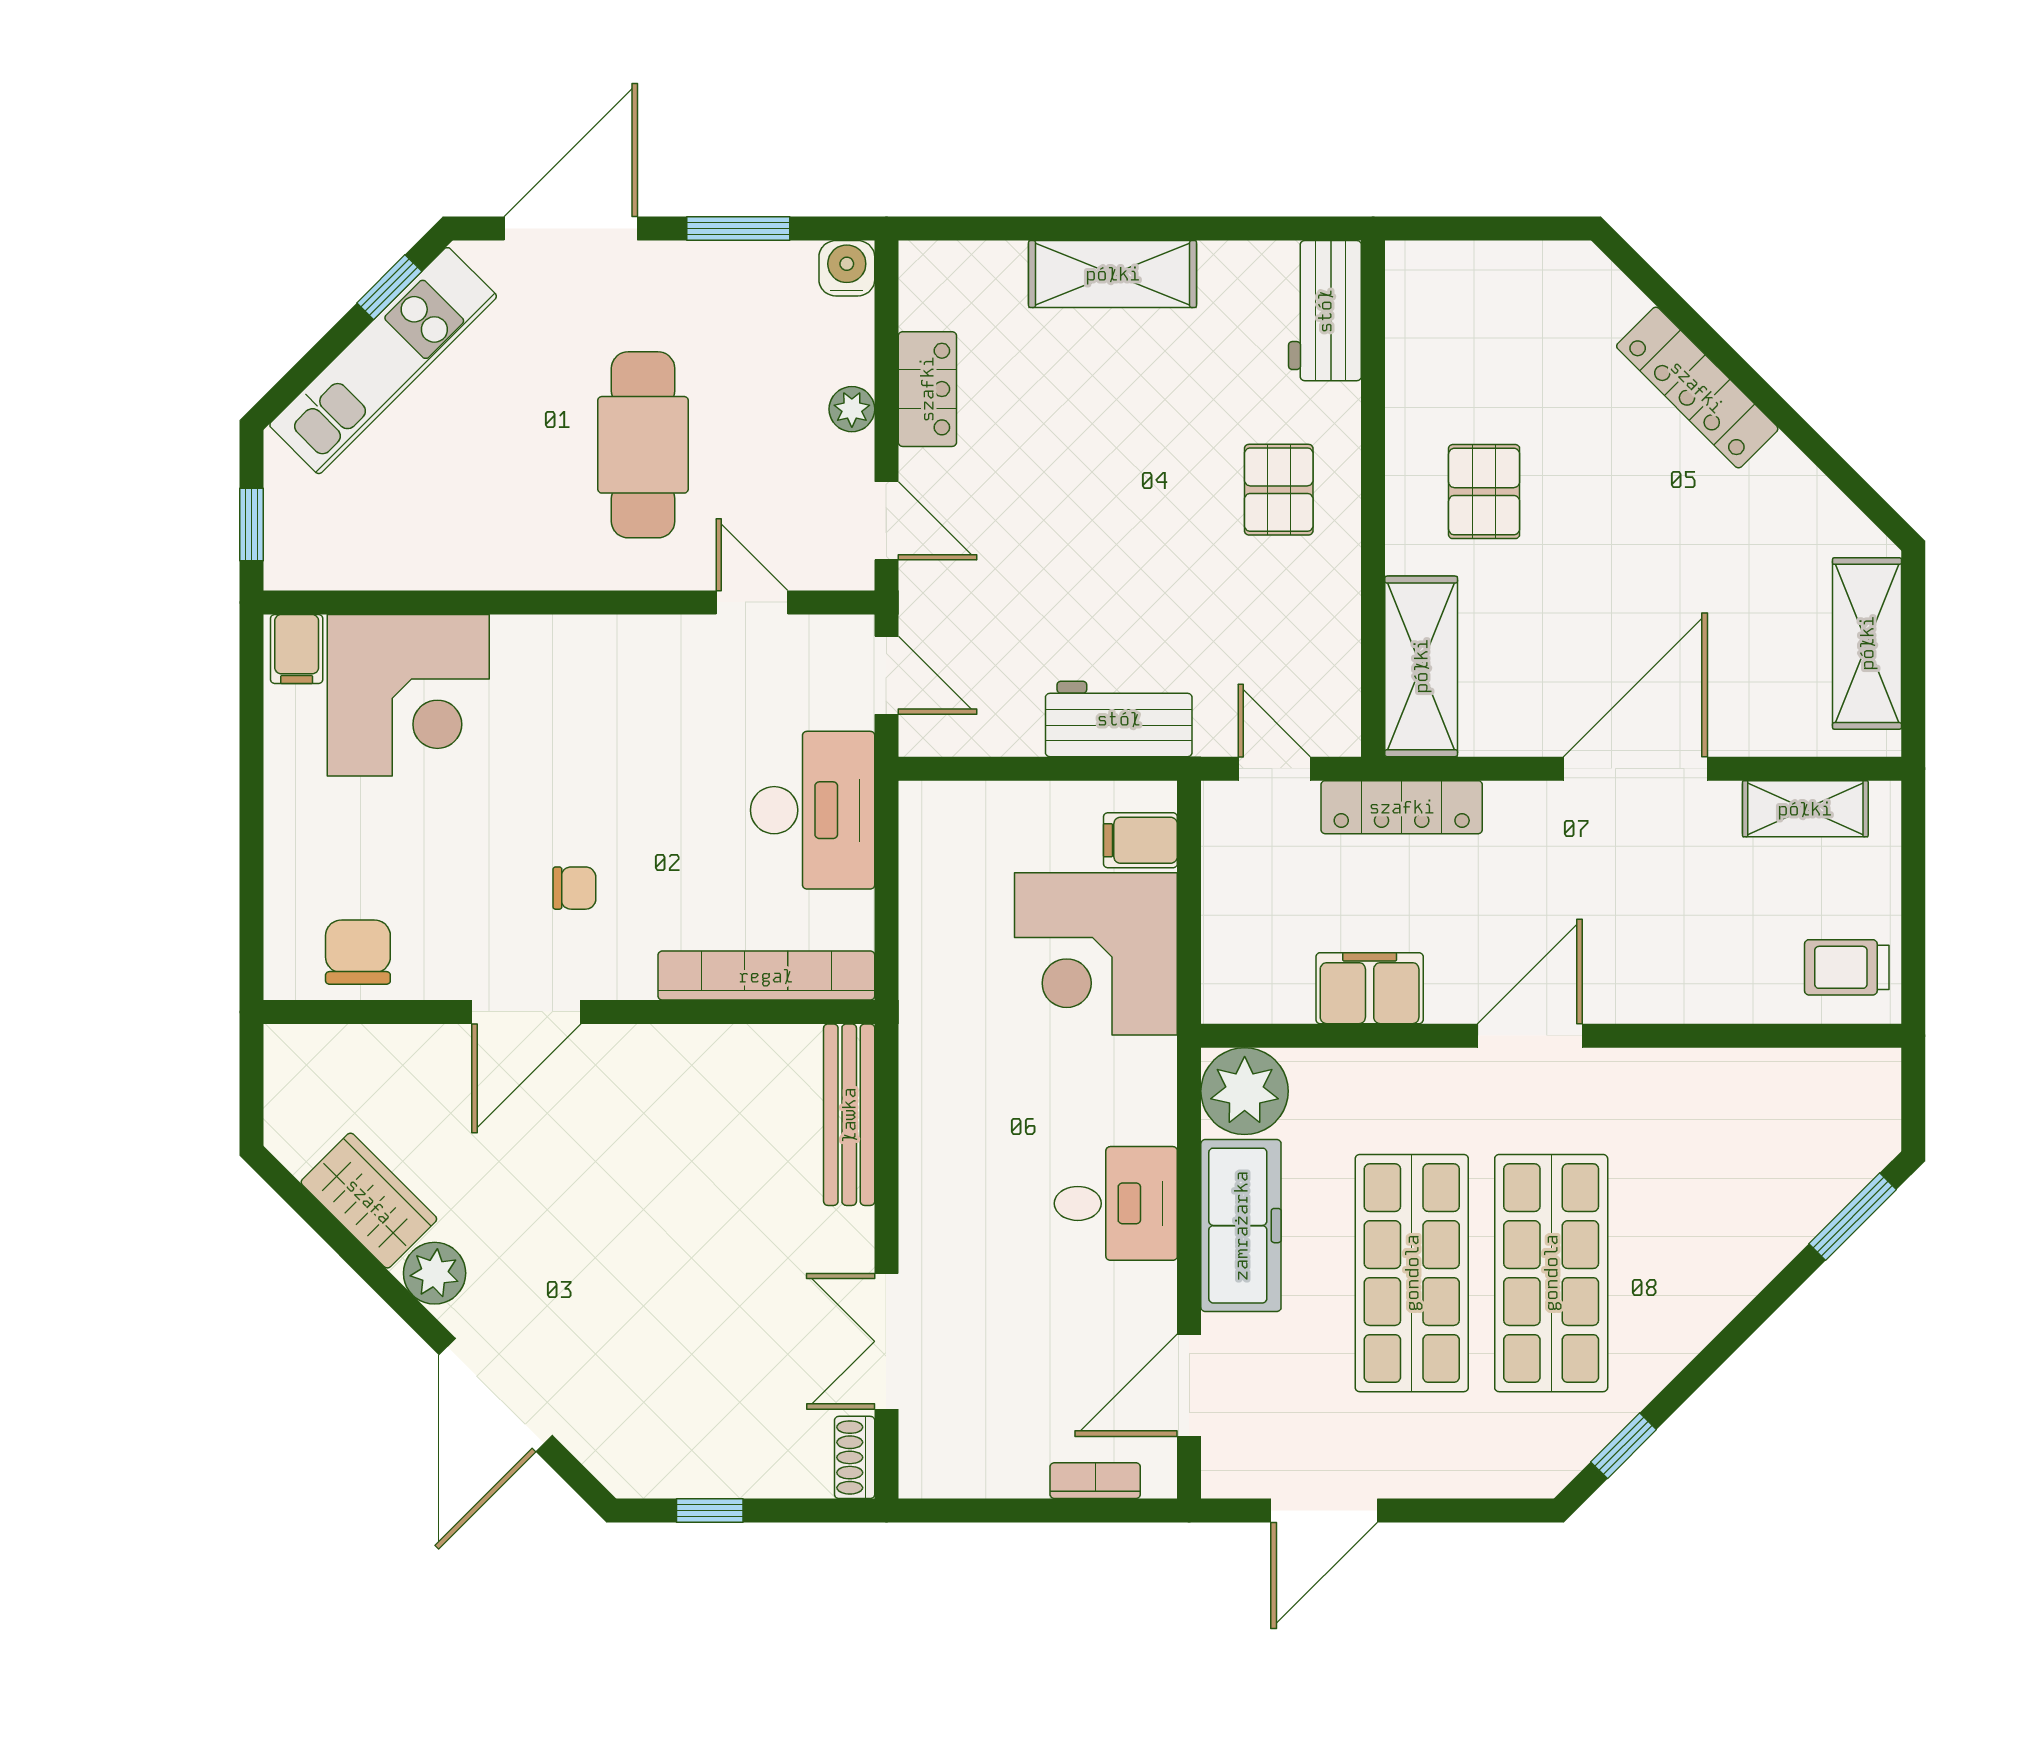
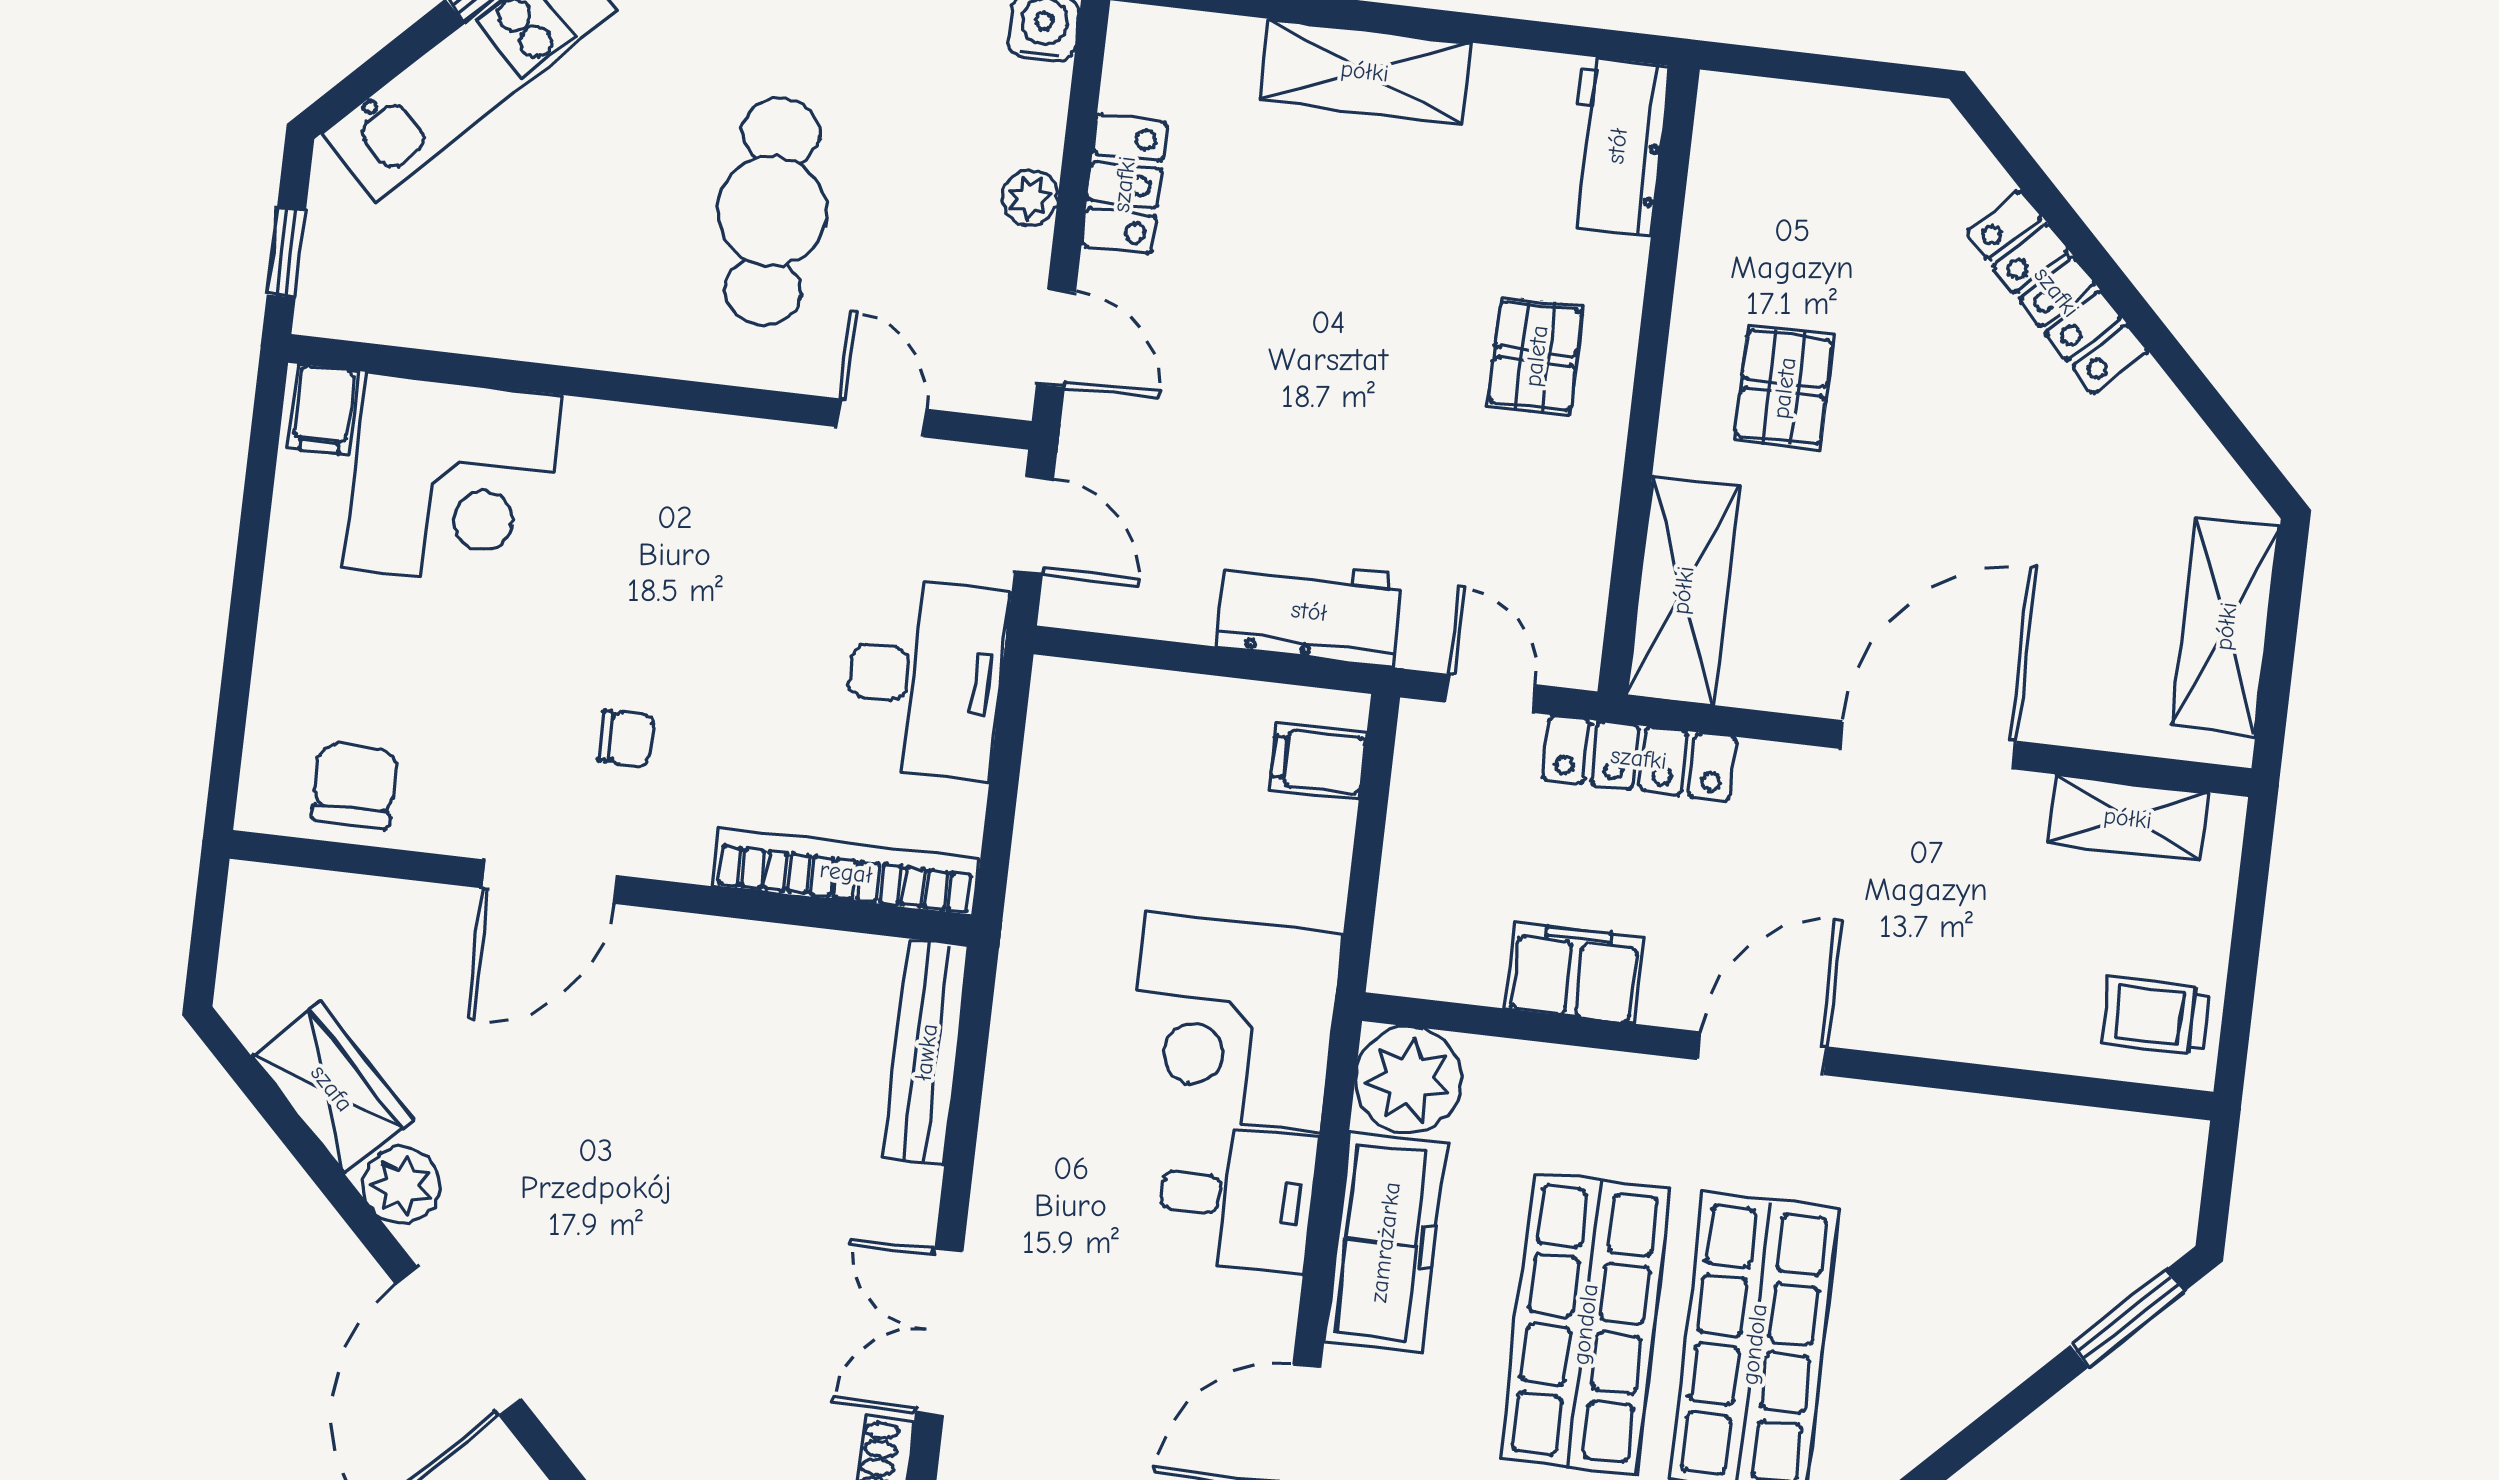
corner desk: (1096, 954) -> (1233, 1021), moved

